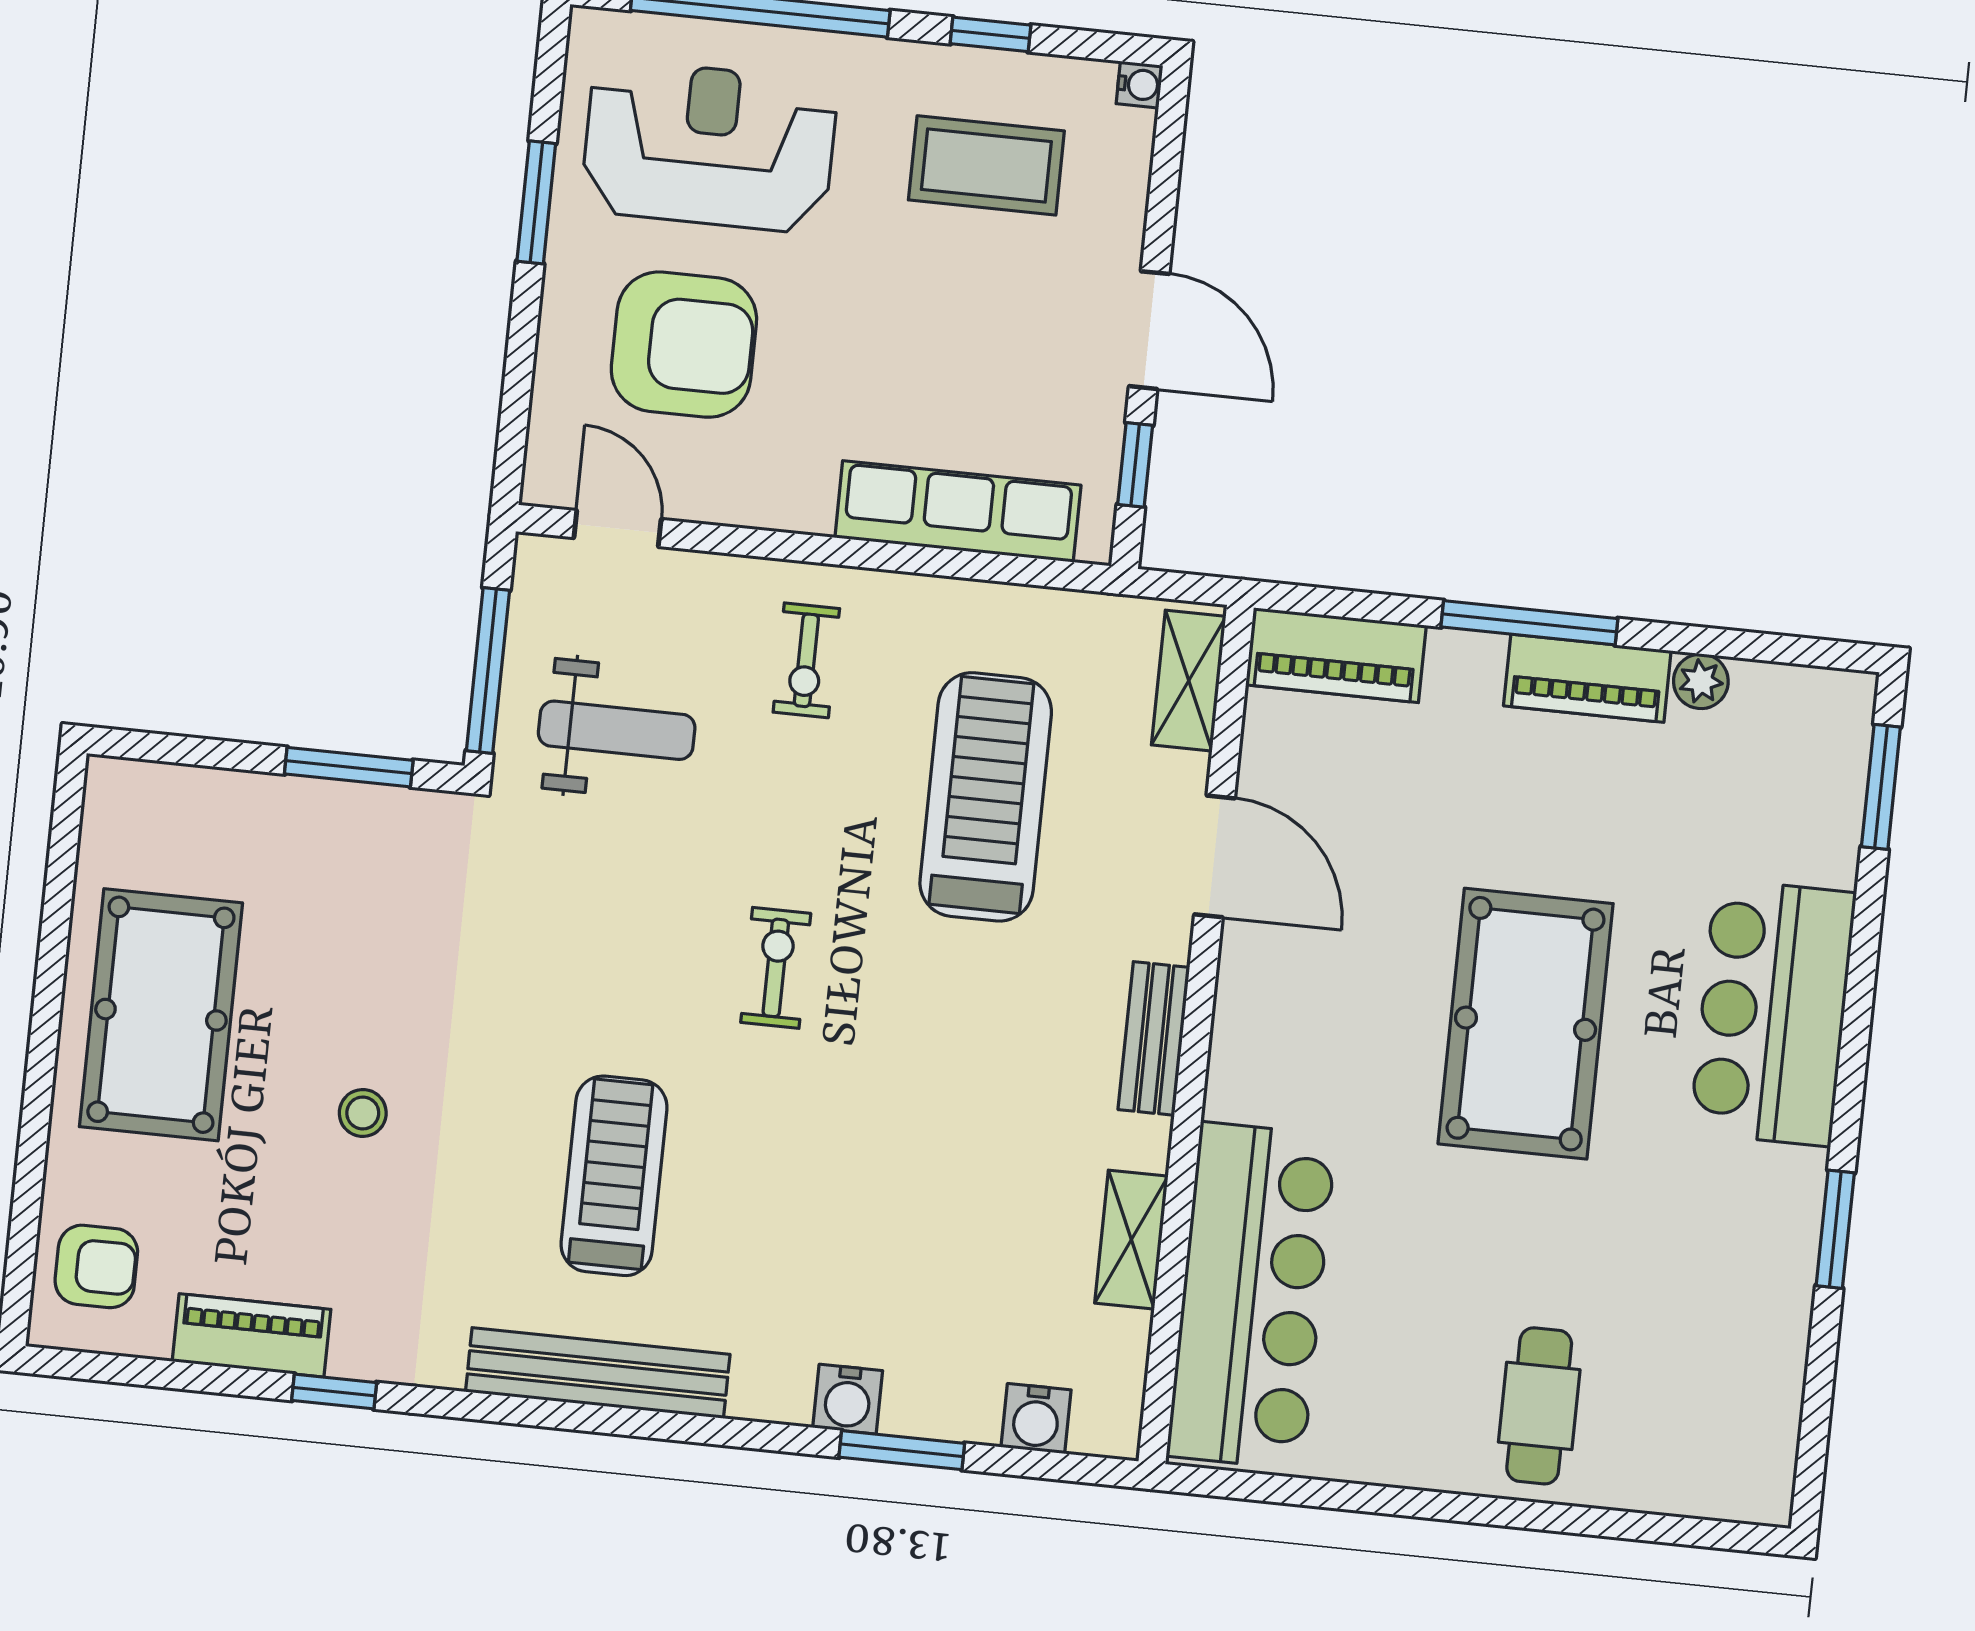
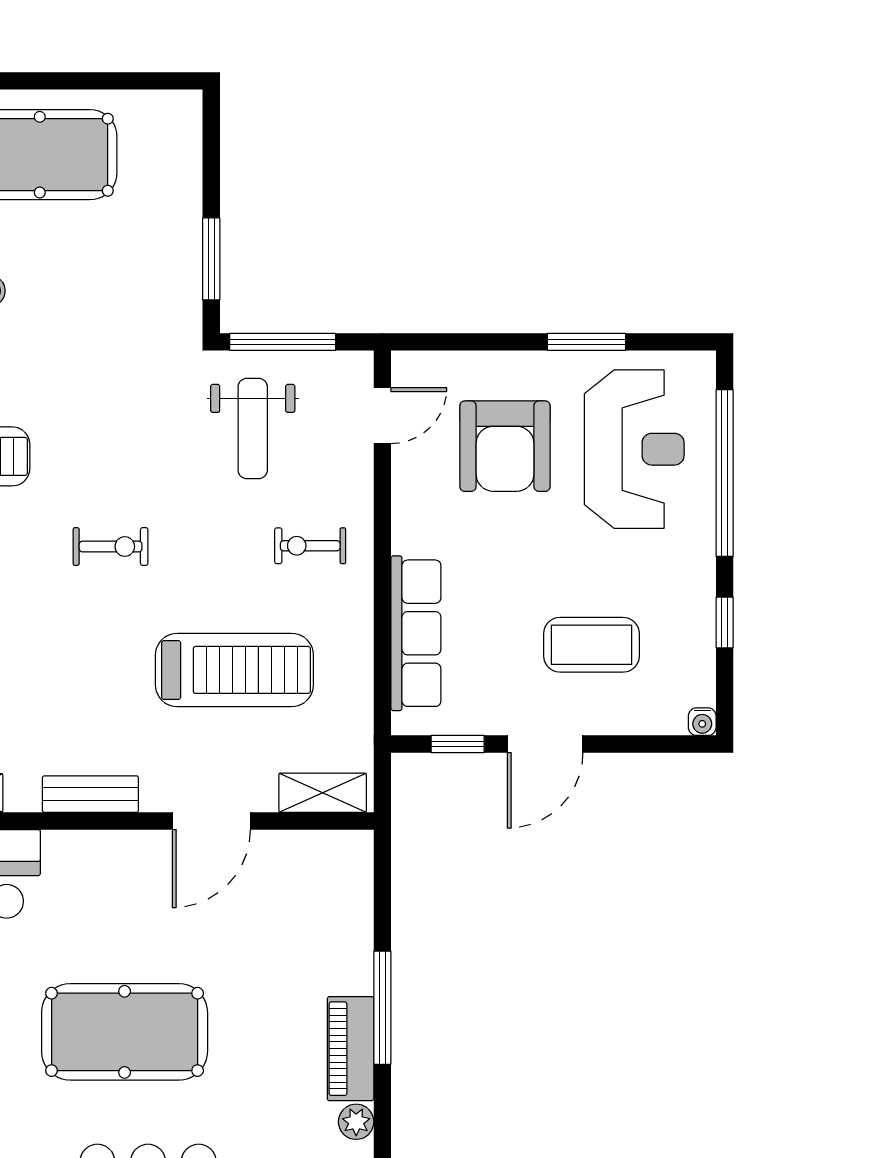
coffee table: (986, 165) -> (592, 645), moved, turned 90
piano: (1336, 655) -> (349, 886), removed

